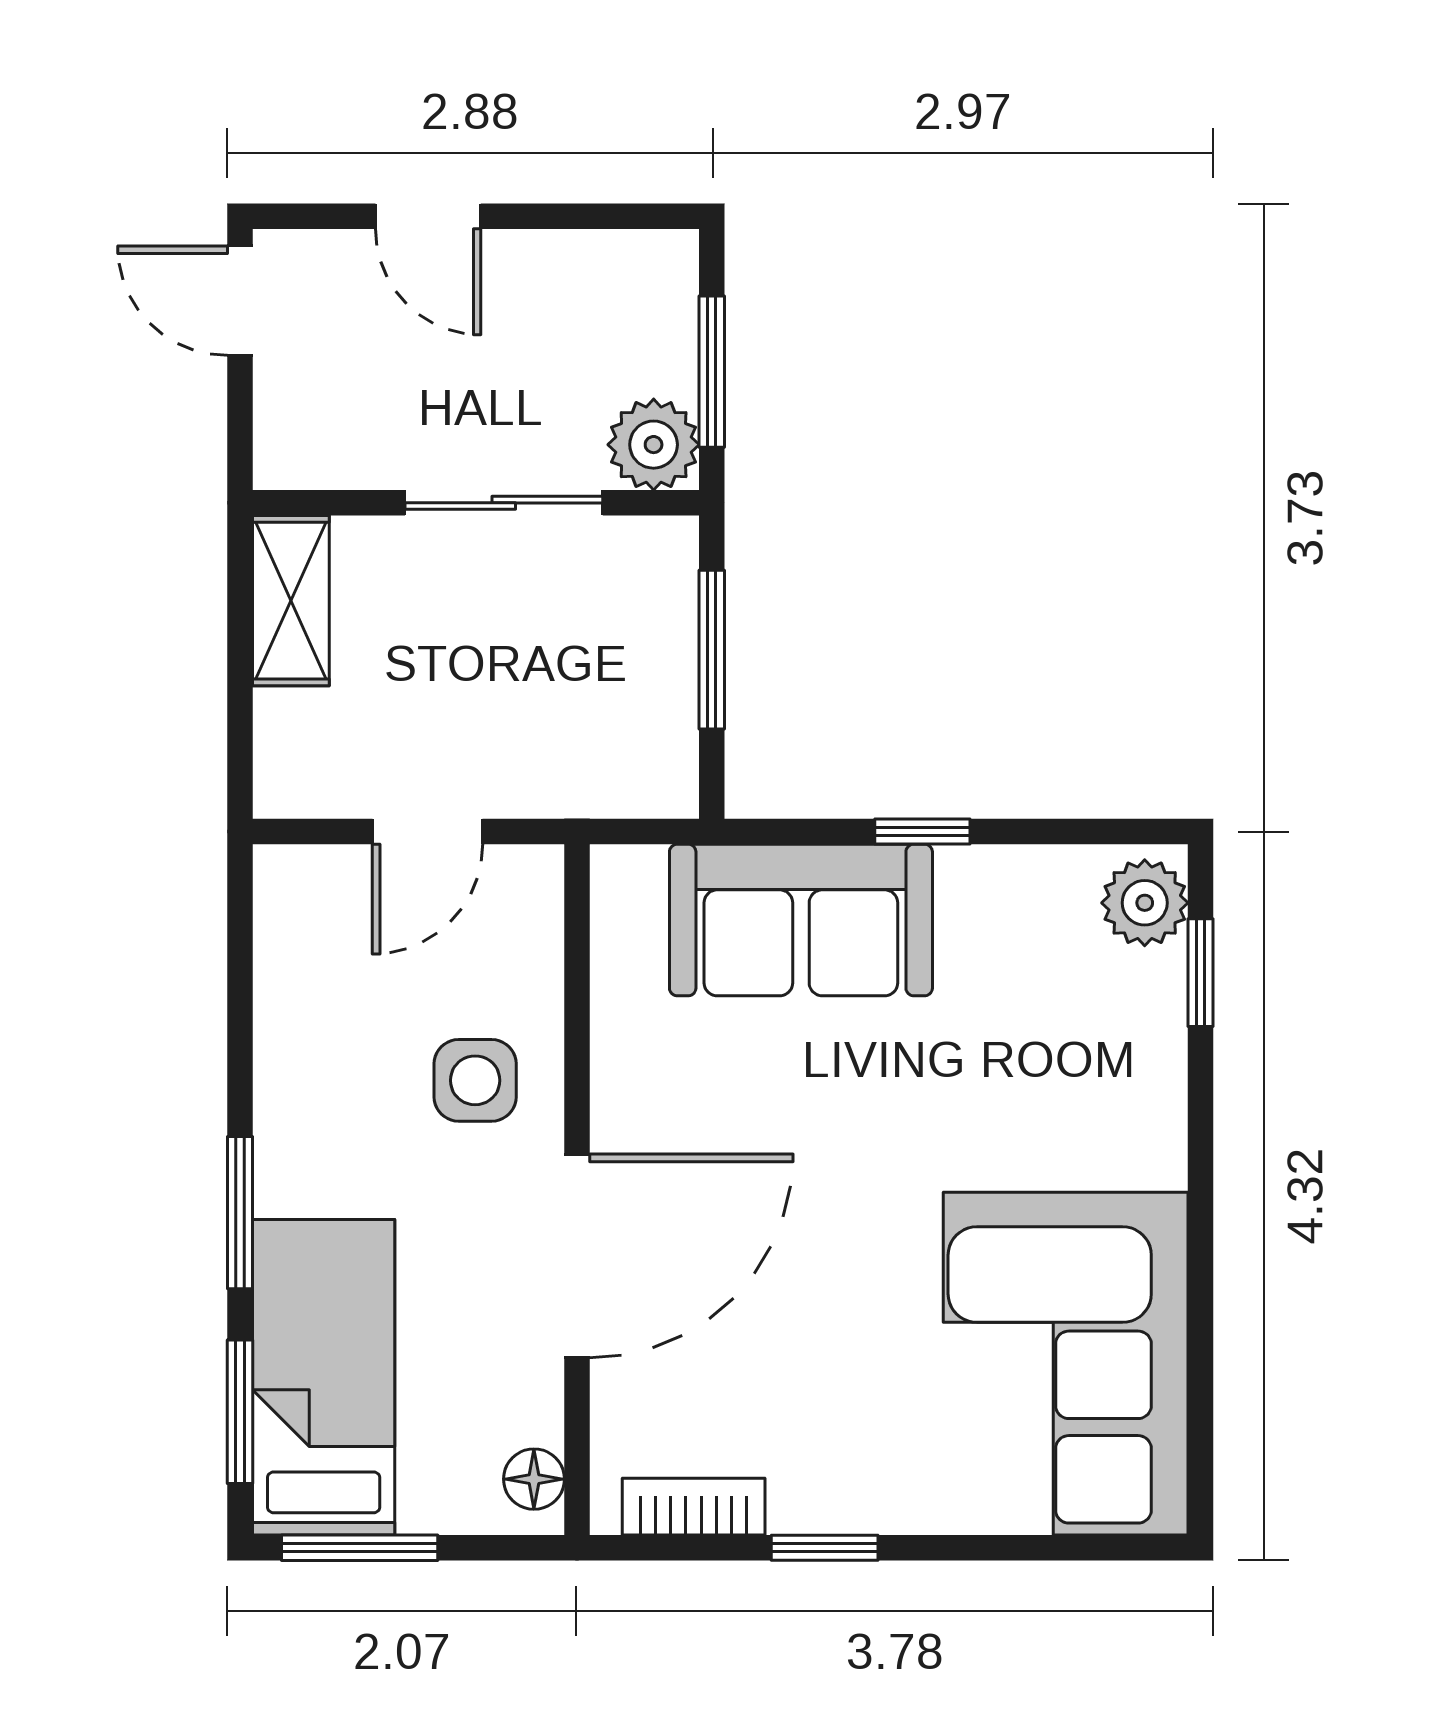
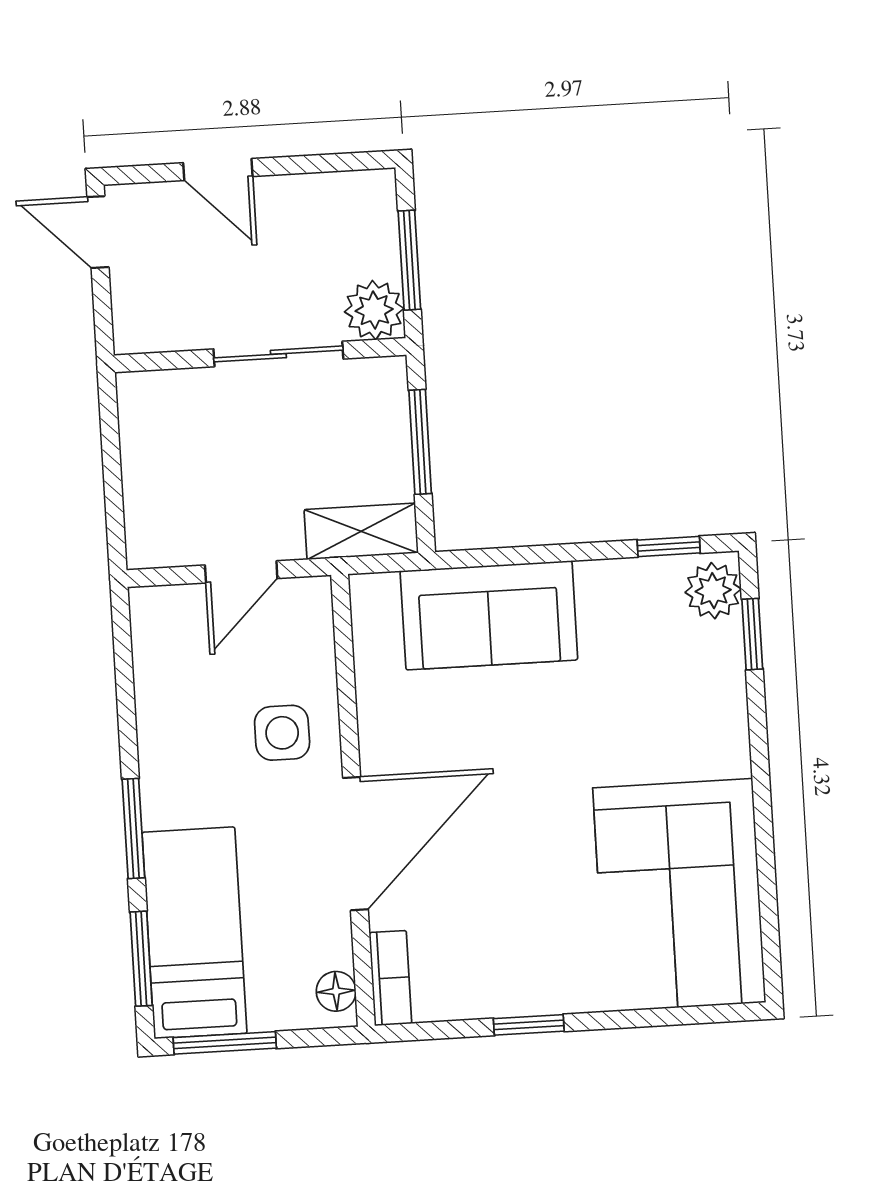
shelving: (291, 601) -> (361, 531), moved, turned 90
window: (922, 831) -> (669, 546), moved
bookcase: (694, 1507) -> (390, 978), moved, turned 90

